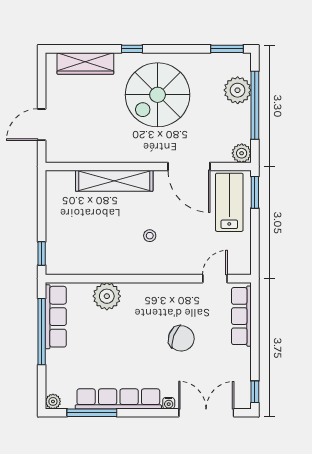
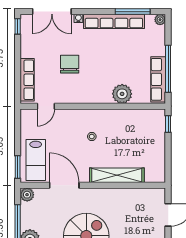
chair: (181, 338) -> (70, 64), turned 69

